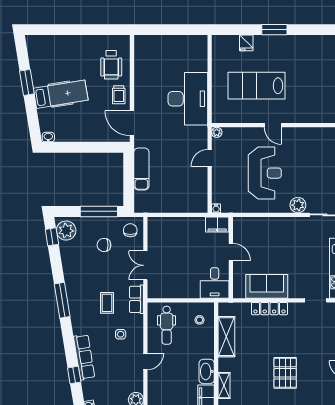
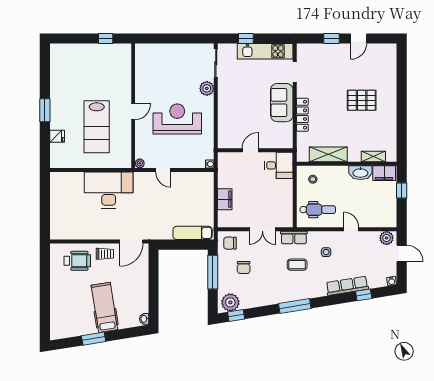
exam couch: (141, 169) -> (193, 233), moved
filing cabinet: (217, 225) -> (225, 199), moved
sofa: (267, 286) -> (282, 103), moved

